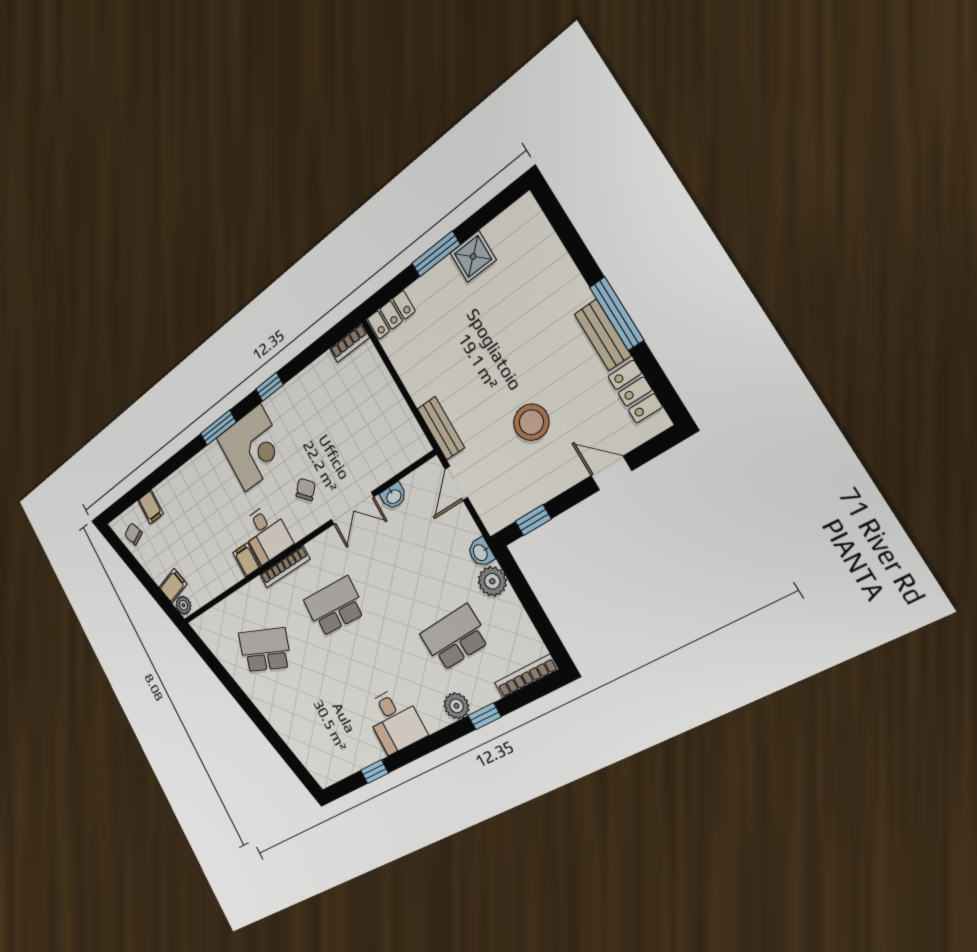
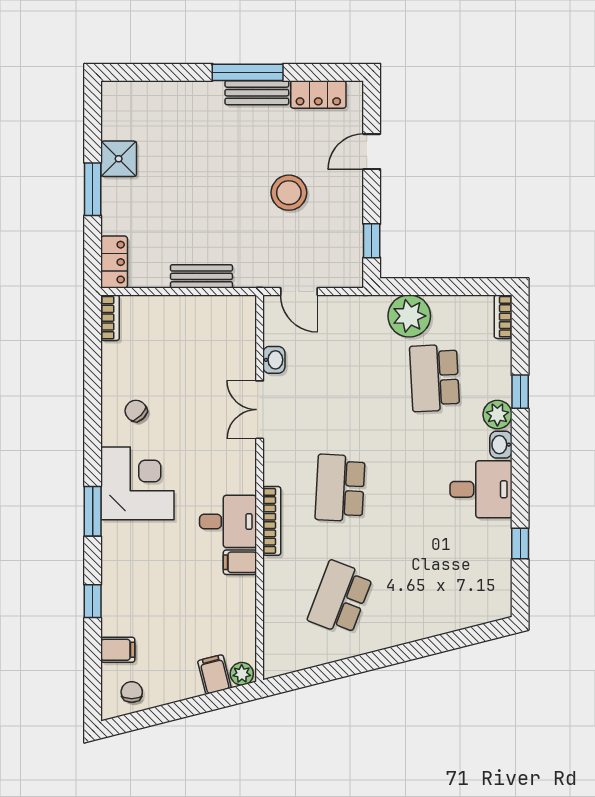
window: (269, 387) -> (93, 601), moved
bench: (441, 428) -> (201, 276), moved
chair: (306, 489) -> (136, 411), moved
double door: (352, 508) -> (260, 410), swing flipped
chair: (133, 534) -> (132, 692), turned 113
washbasin: (481, 552) -> (501, 445), moved, turned 90
plant: (492, 581) -> (409, 316), width x1.36, depth x1.36
bookcase: (526, 676) -> (503, 317), width x0.64

